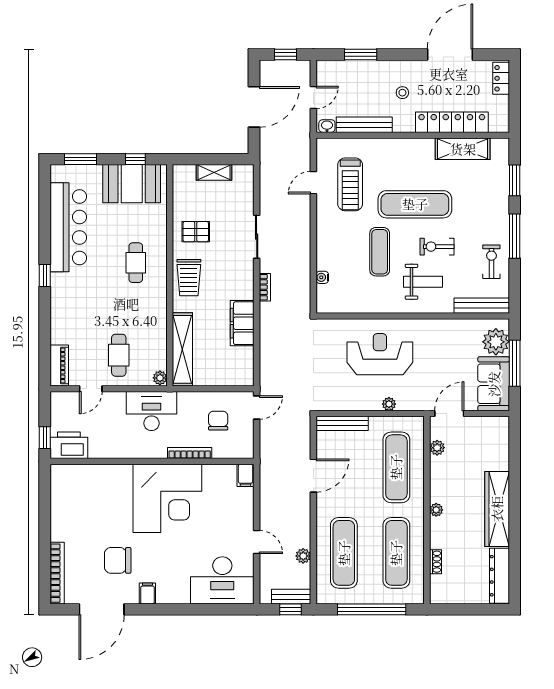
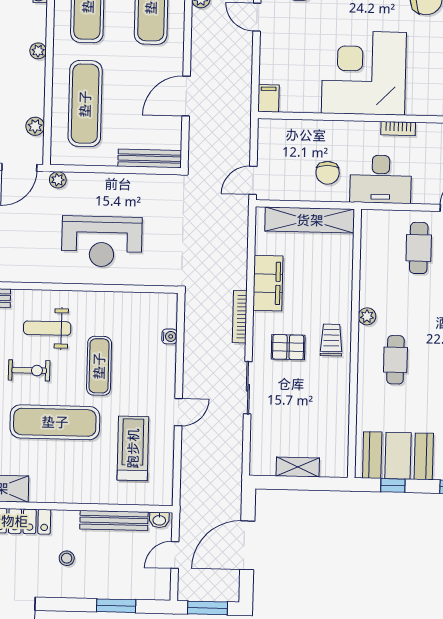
window: (285, 55) -> (208, 608), width x1.50
door: (313, 183) -> (178, 412), moved
pallet: (196, 232) -> (288, 347), moved
trolley: (189, 278) -> (331, 340), width x0.73, depth x0.72
bookcase: (265, 287) -> (240, 317), width x1.56
shelving: (182, 349) -> (310, 220), moved, turned 90
plant: (160, 378) -> (367, 316), moved
plant: (389, 404) -> (58, 180), moved
chair: (218, 421) -> (328, 173), moved
bookcase: (190, 453) -> (398, 129), moved, width x0.64

